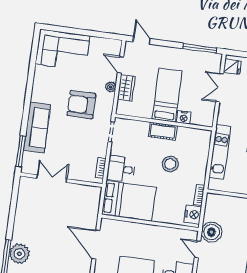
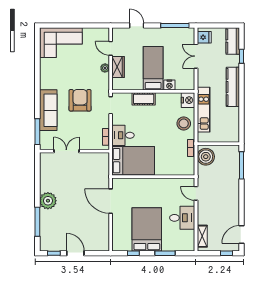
door: (142, 40) -> (137, 26), moved
armchair: (81, 105) -> (80, 100), moved, turned 90
cot: (163, 131) -> (144, 99), moved
stool: (170, 164) -> (184, 123), moved
nightstand: (193, 214) -> (188, 100), moved
boiler: (212, 232) -> (206, 157), moved
plant: (19, 254) -> (48, 201), moved

